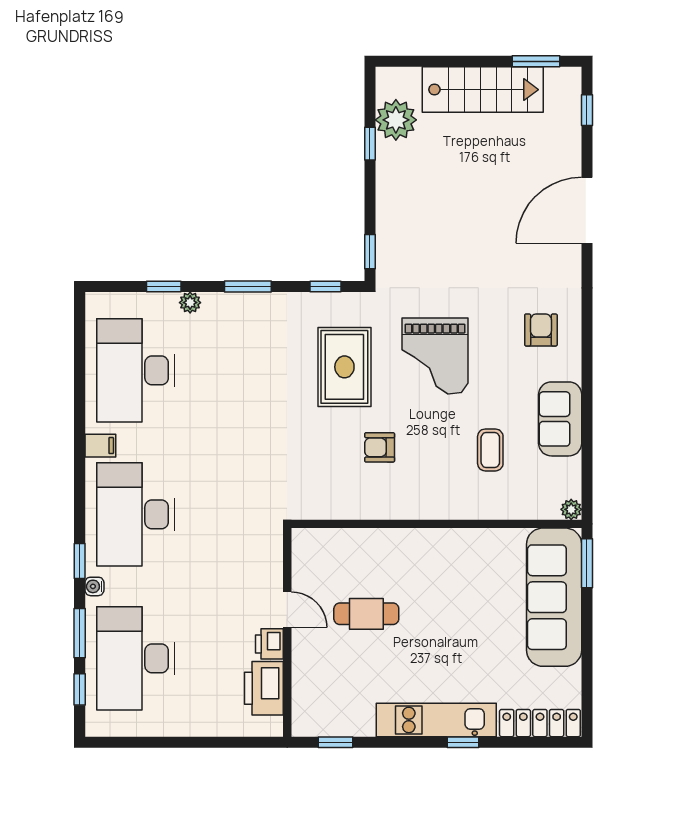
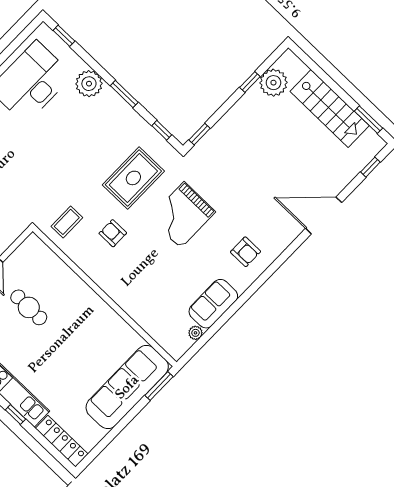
window: (164, 286) -> (64, 36), moved
plant: (190, 303) -> (89, 84), width x1.88, depth x1.88
armchair: (541, 330) -> (246, 252), turned 90
coffee table: (490, 450) -> (67, 222), moved
plant: (571, 509) -> (195, 333), moved

